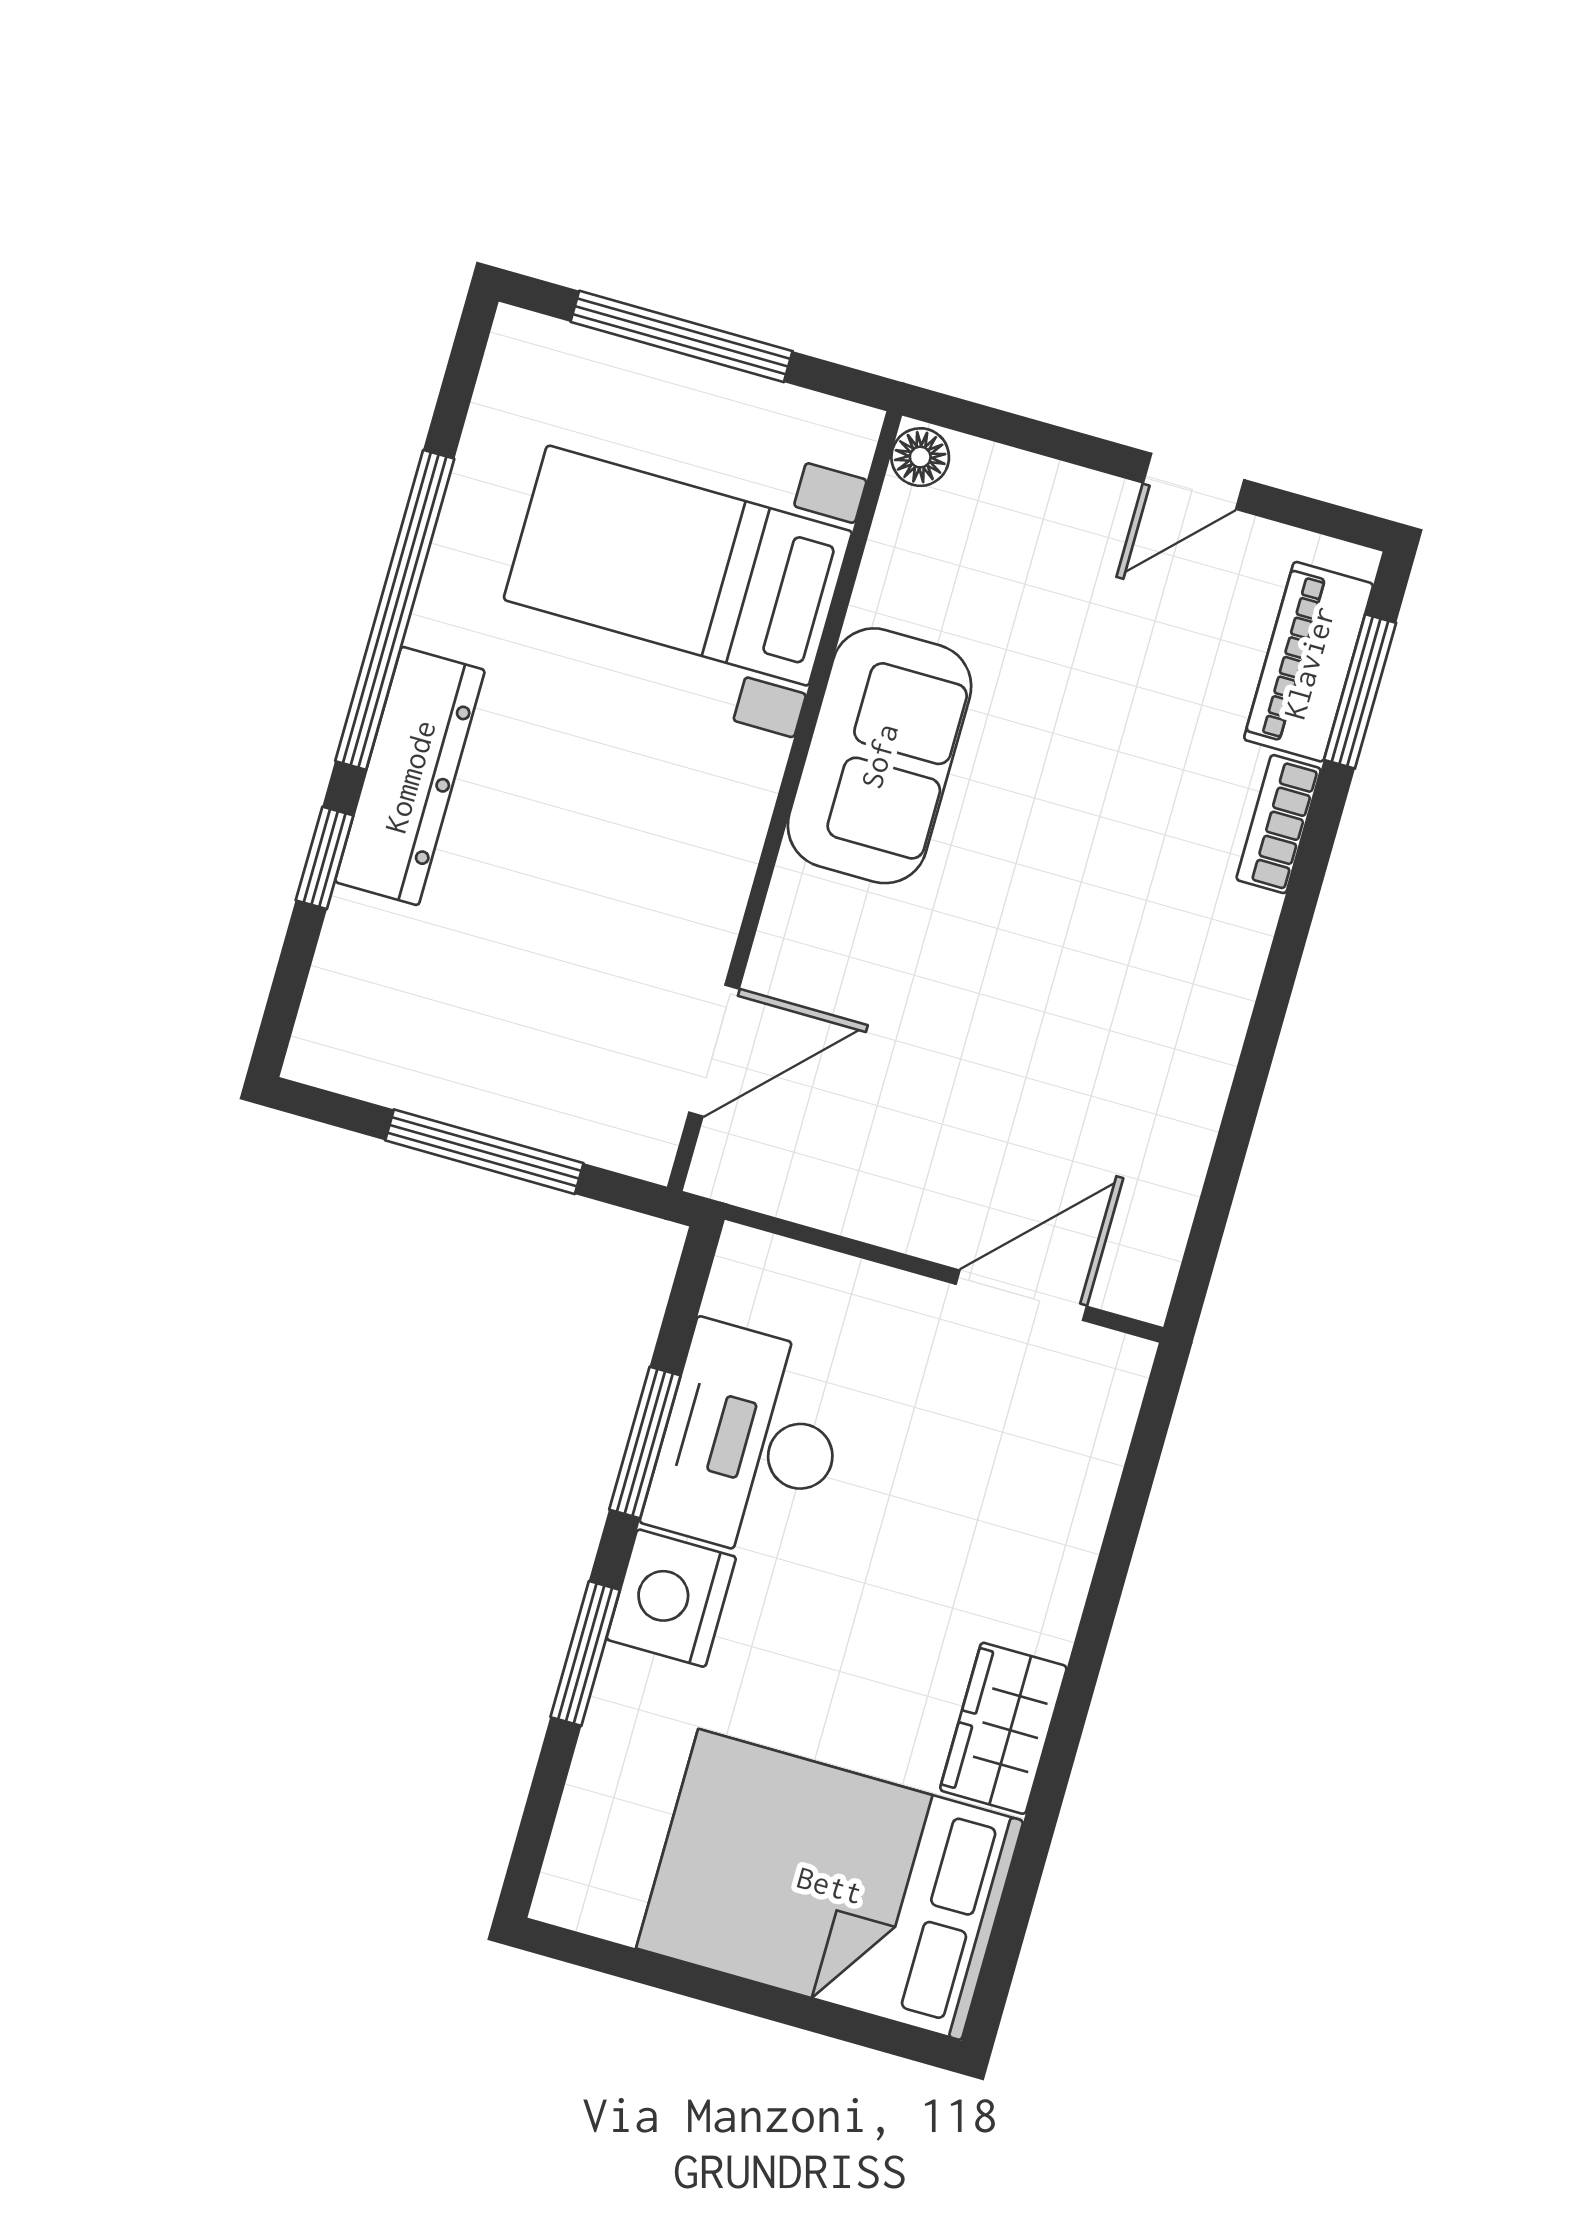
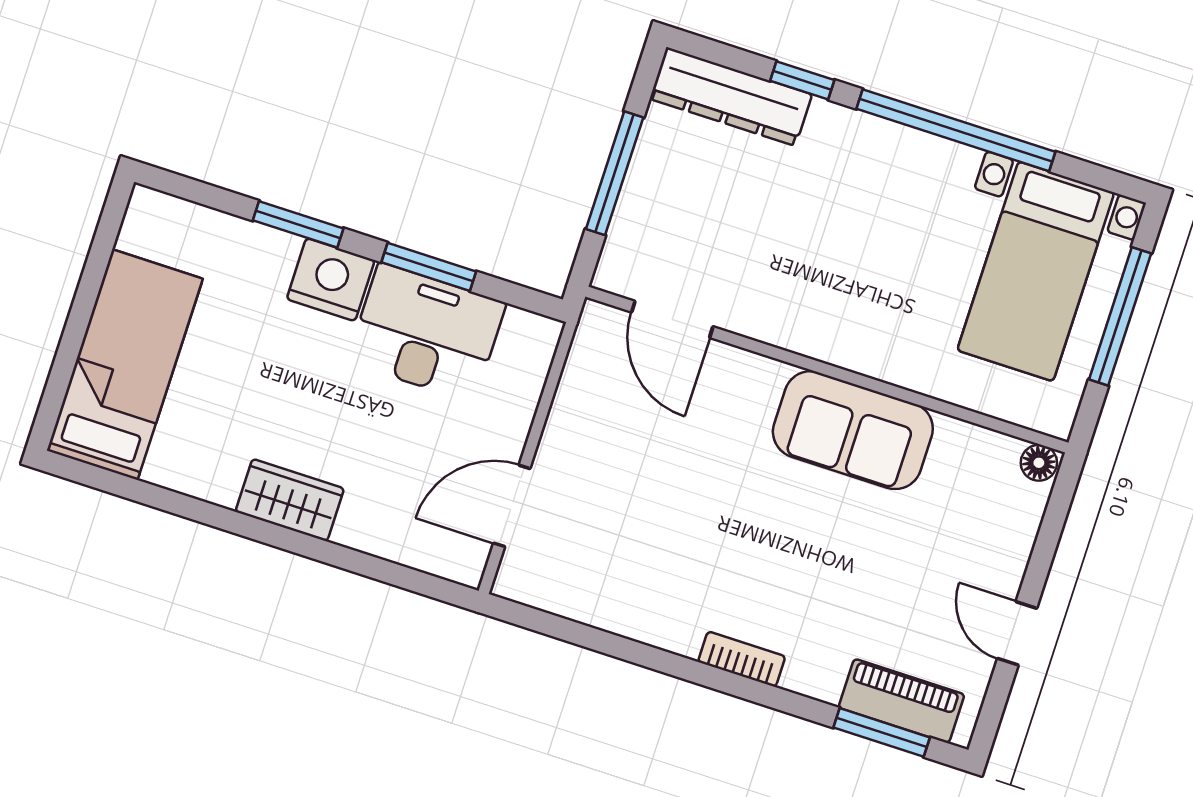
bed with nightstands: (678, 566) -> (1036, 271), moved, turned 180
dresser: (410, 776) -> (731, 97), moved
bookcase: (1279, 824) -> (742, 659), moved
door: (1021, 1295) -> (512, 506), swing flipped
wardrobe: (1003, 1728) -> (290, 500), moved
bed: (830, 1885) -> (125, 365), width x0.67

